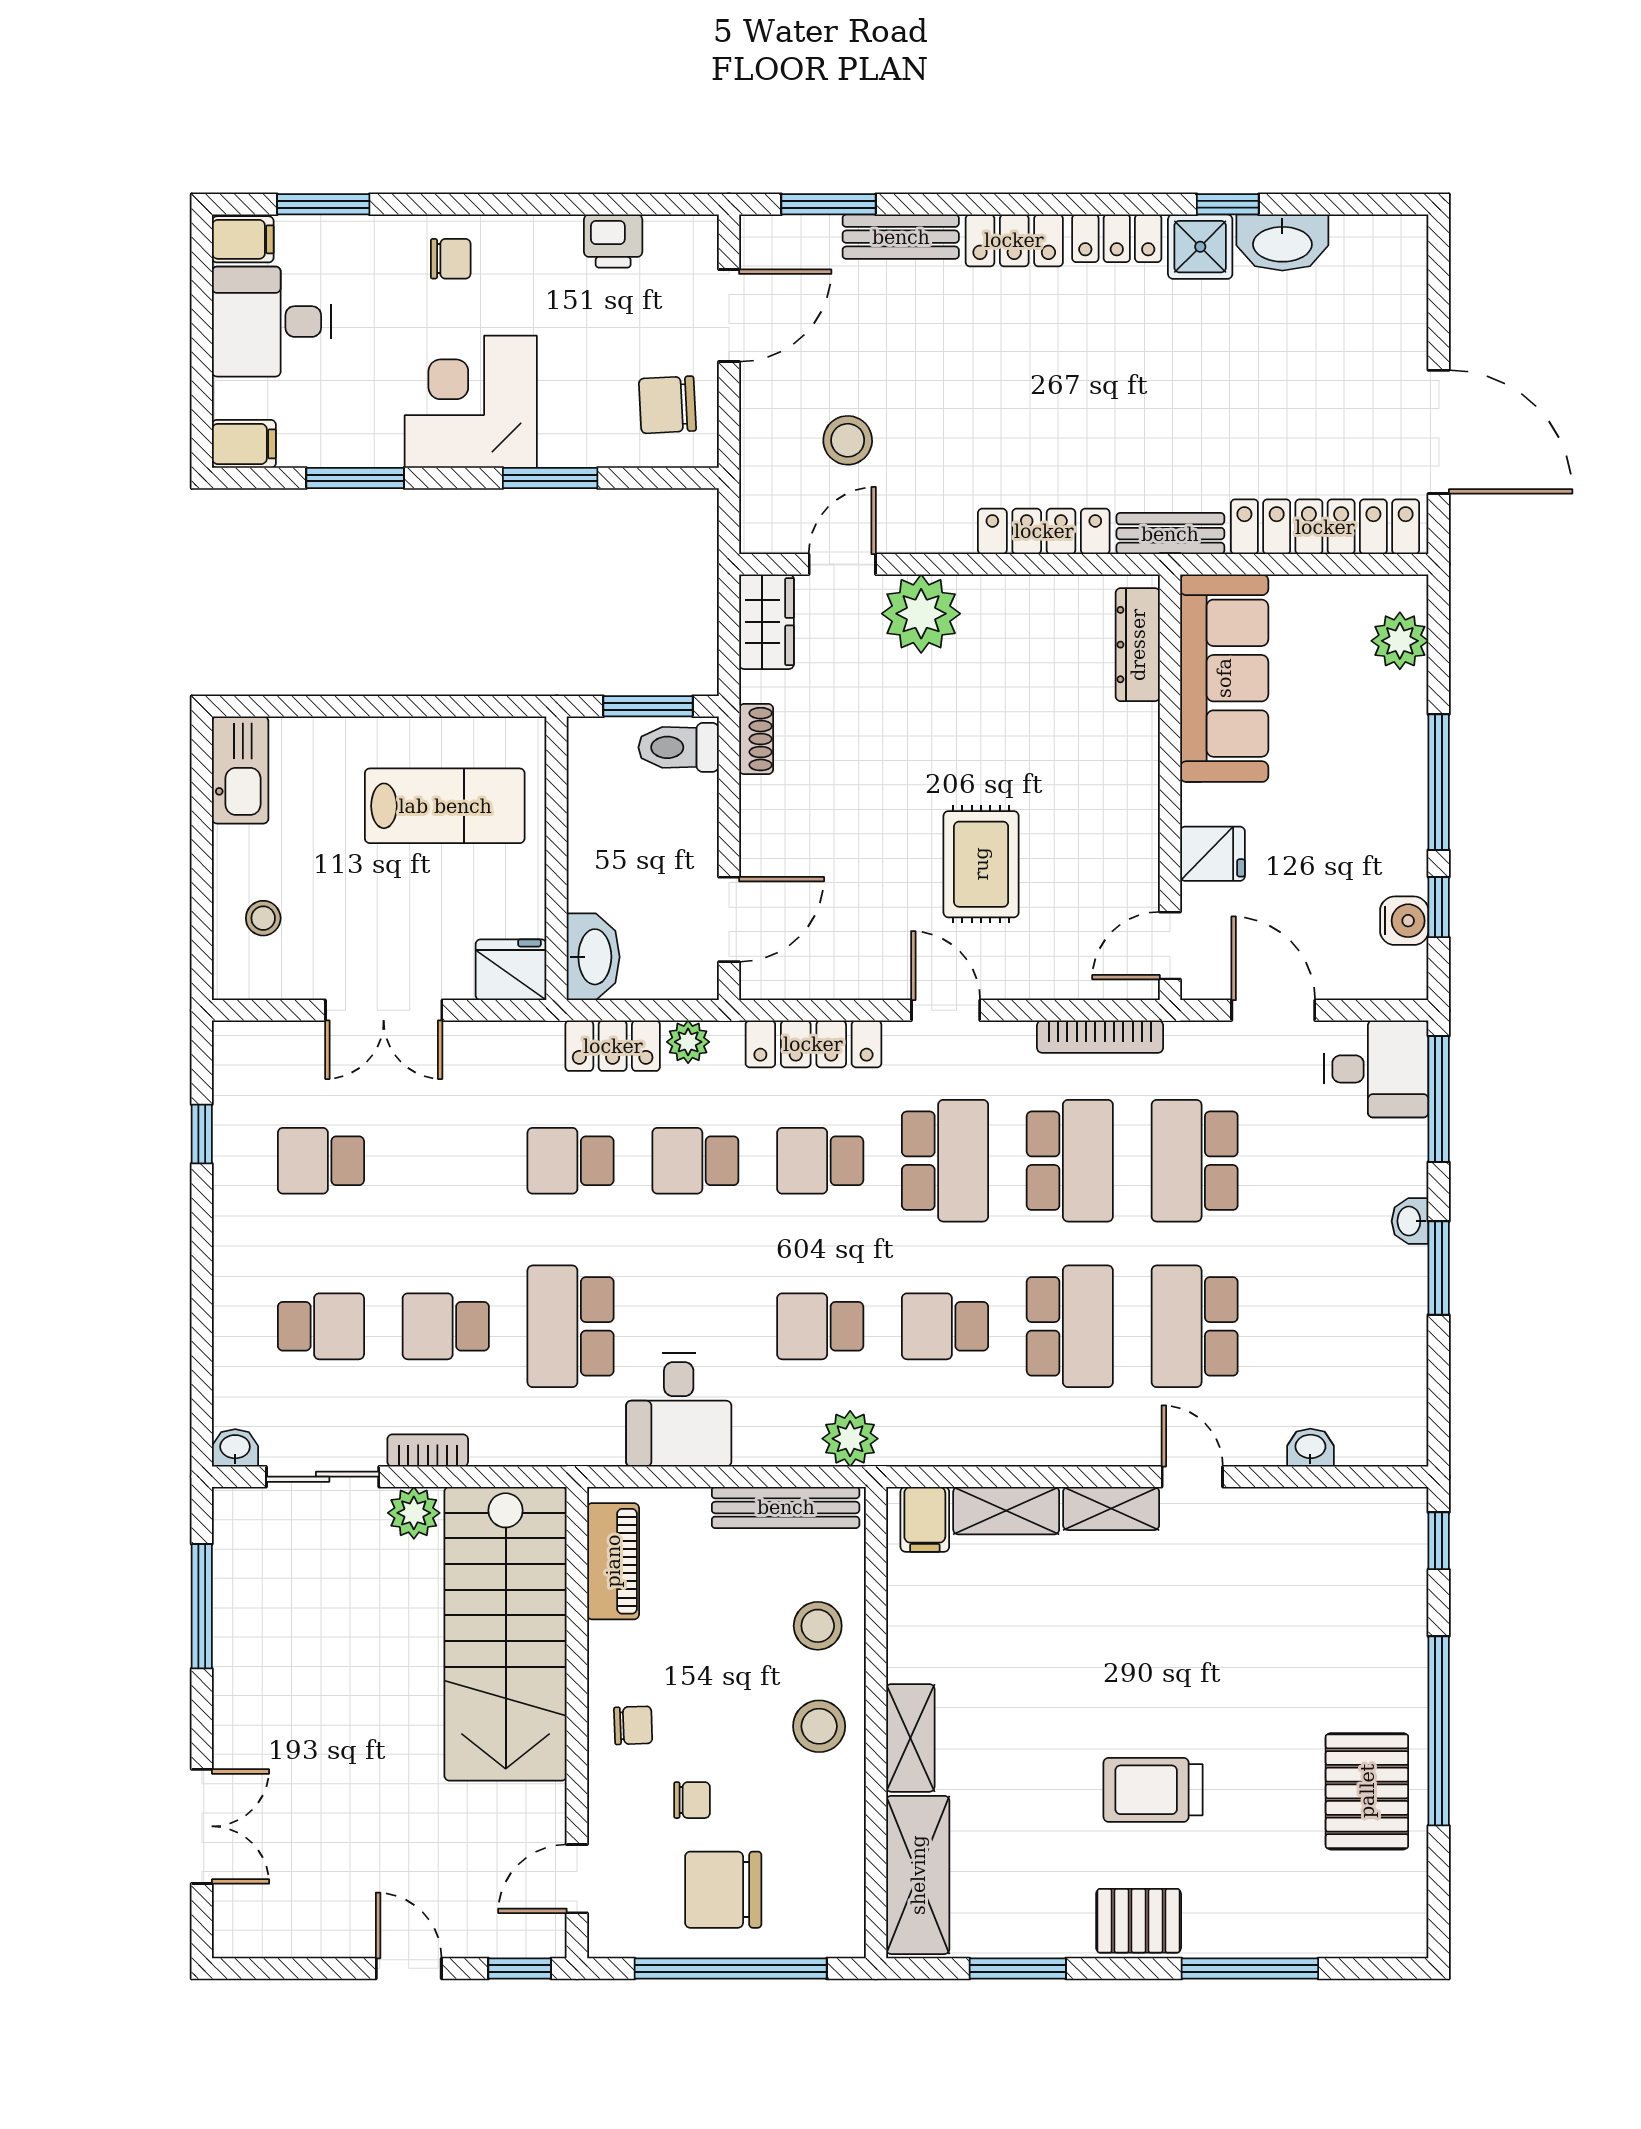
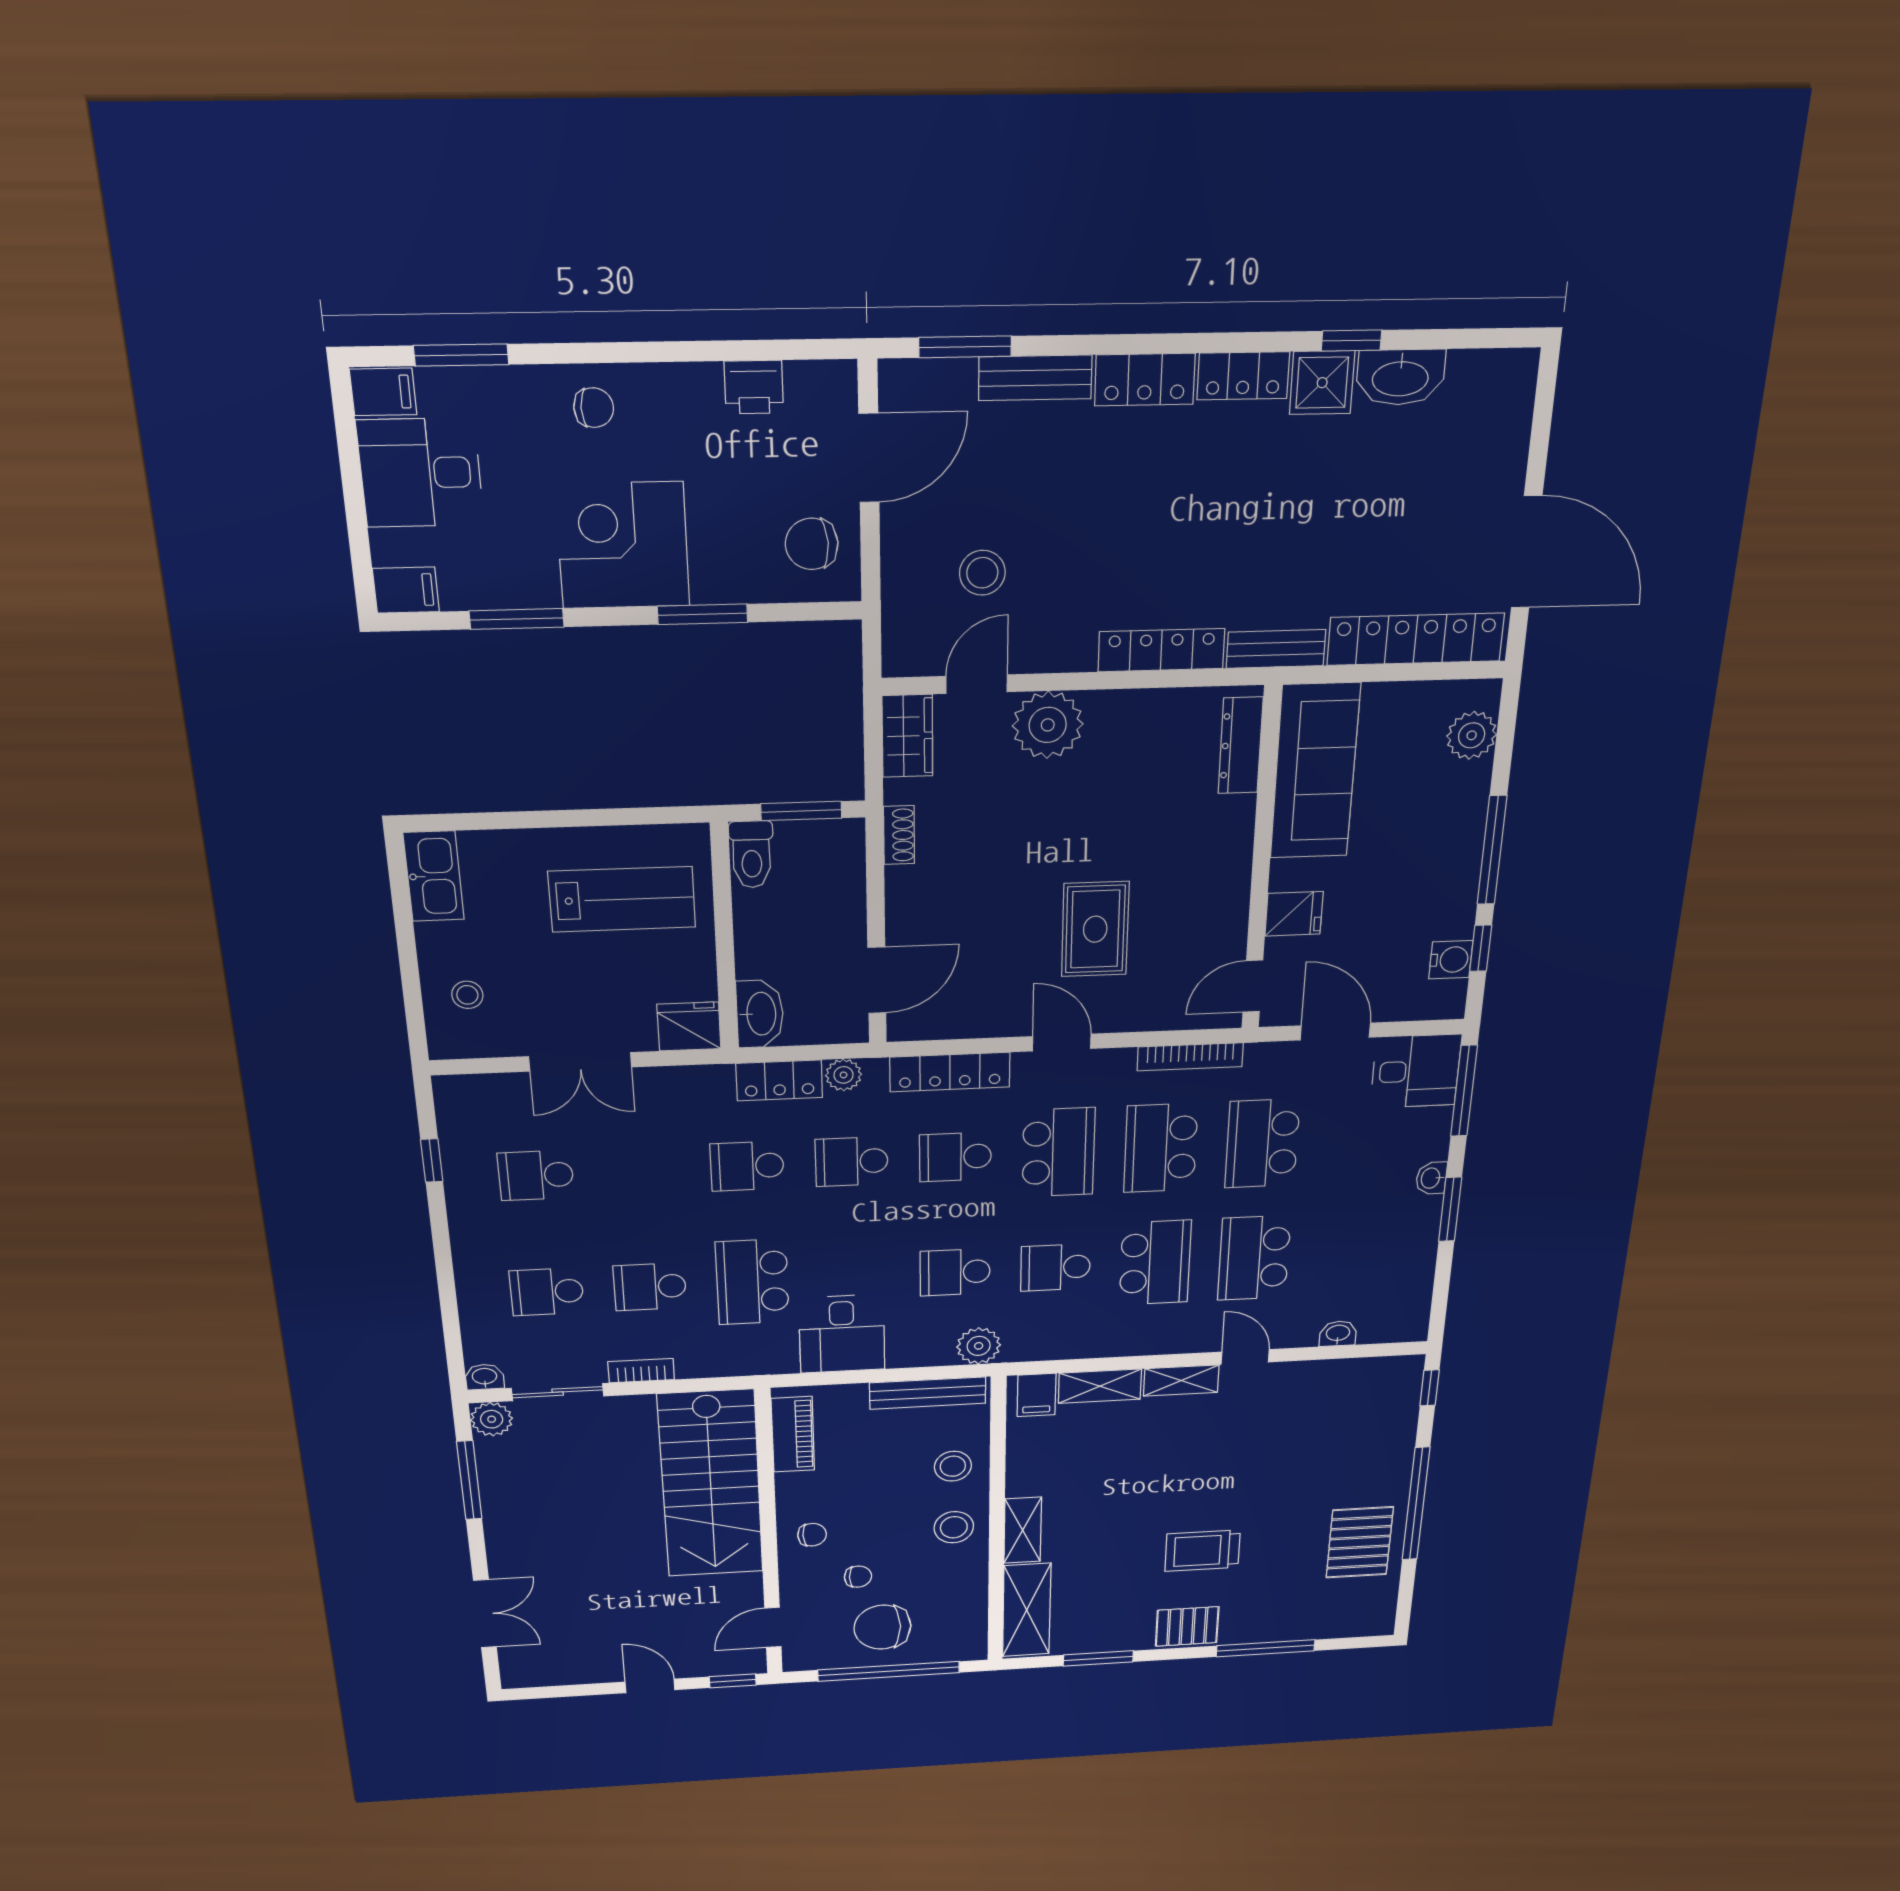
toilet: (679, 747) -> (752, 855), moved, turned -90
school desk: (1070, 1161) -> (1161, 1148), turned 180
school desk: (321, 1326) -> (547, 1292), turned 180
plant: (414, 1513) -> (492, 1419), moved

